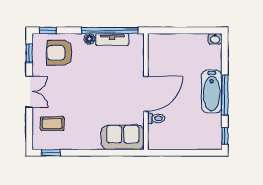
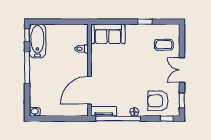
tv unit: (112, 40) -> (104, 111), moved
armchair: (59, 53) -> (158, 101), turned 180
bathtub: (212, 91) -> (37, 41), moved
door: (146, 94) -> (89, 90), moved
window: (51, 153) -> (145, 22), moved

